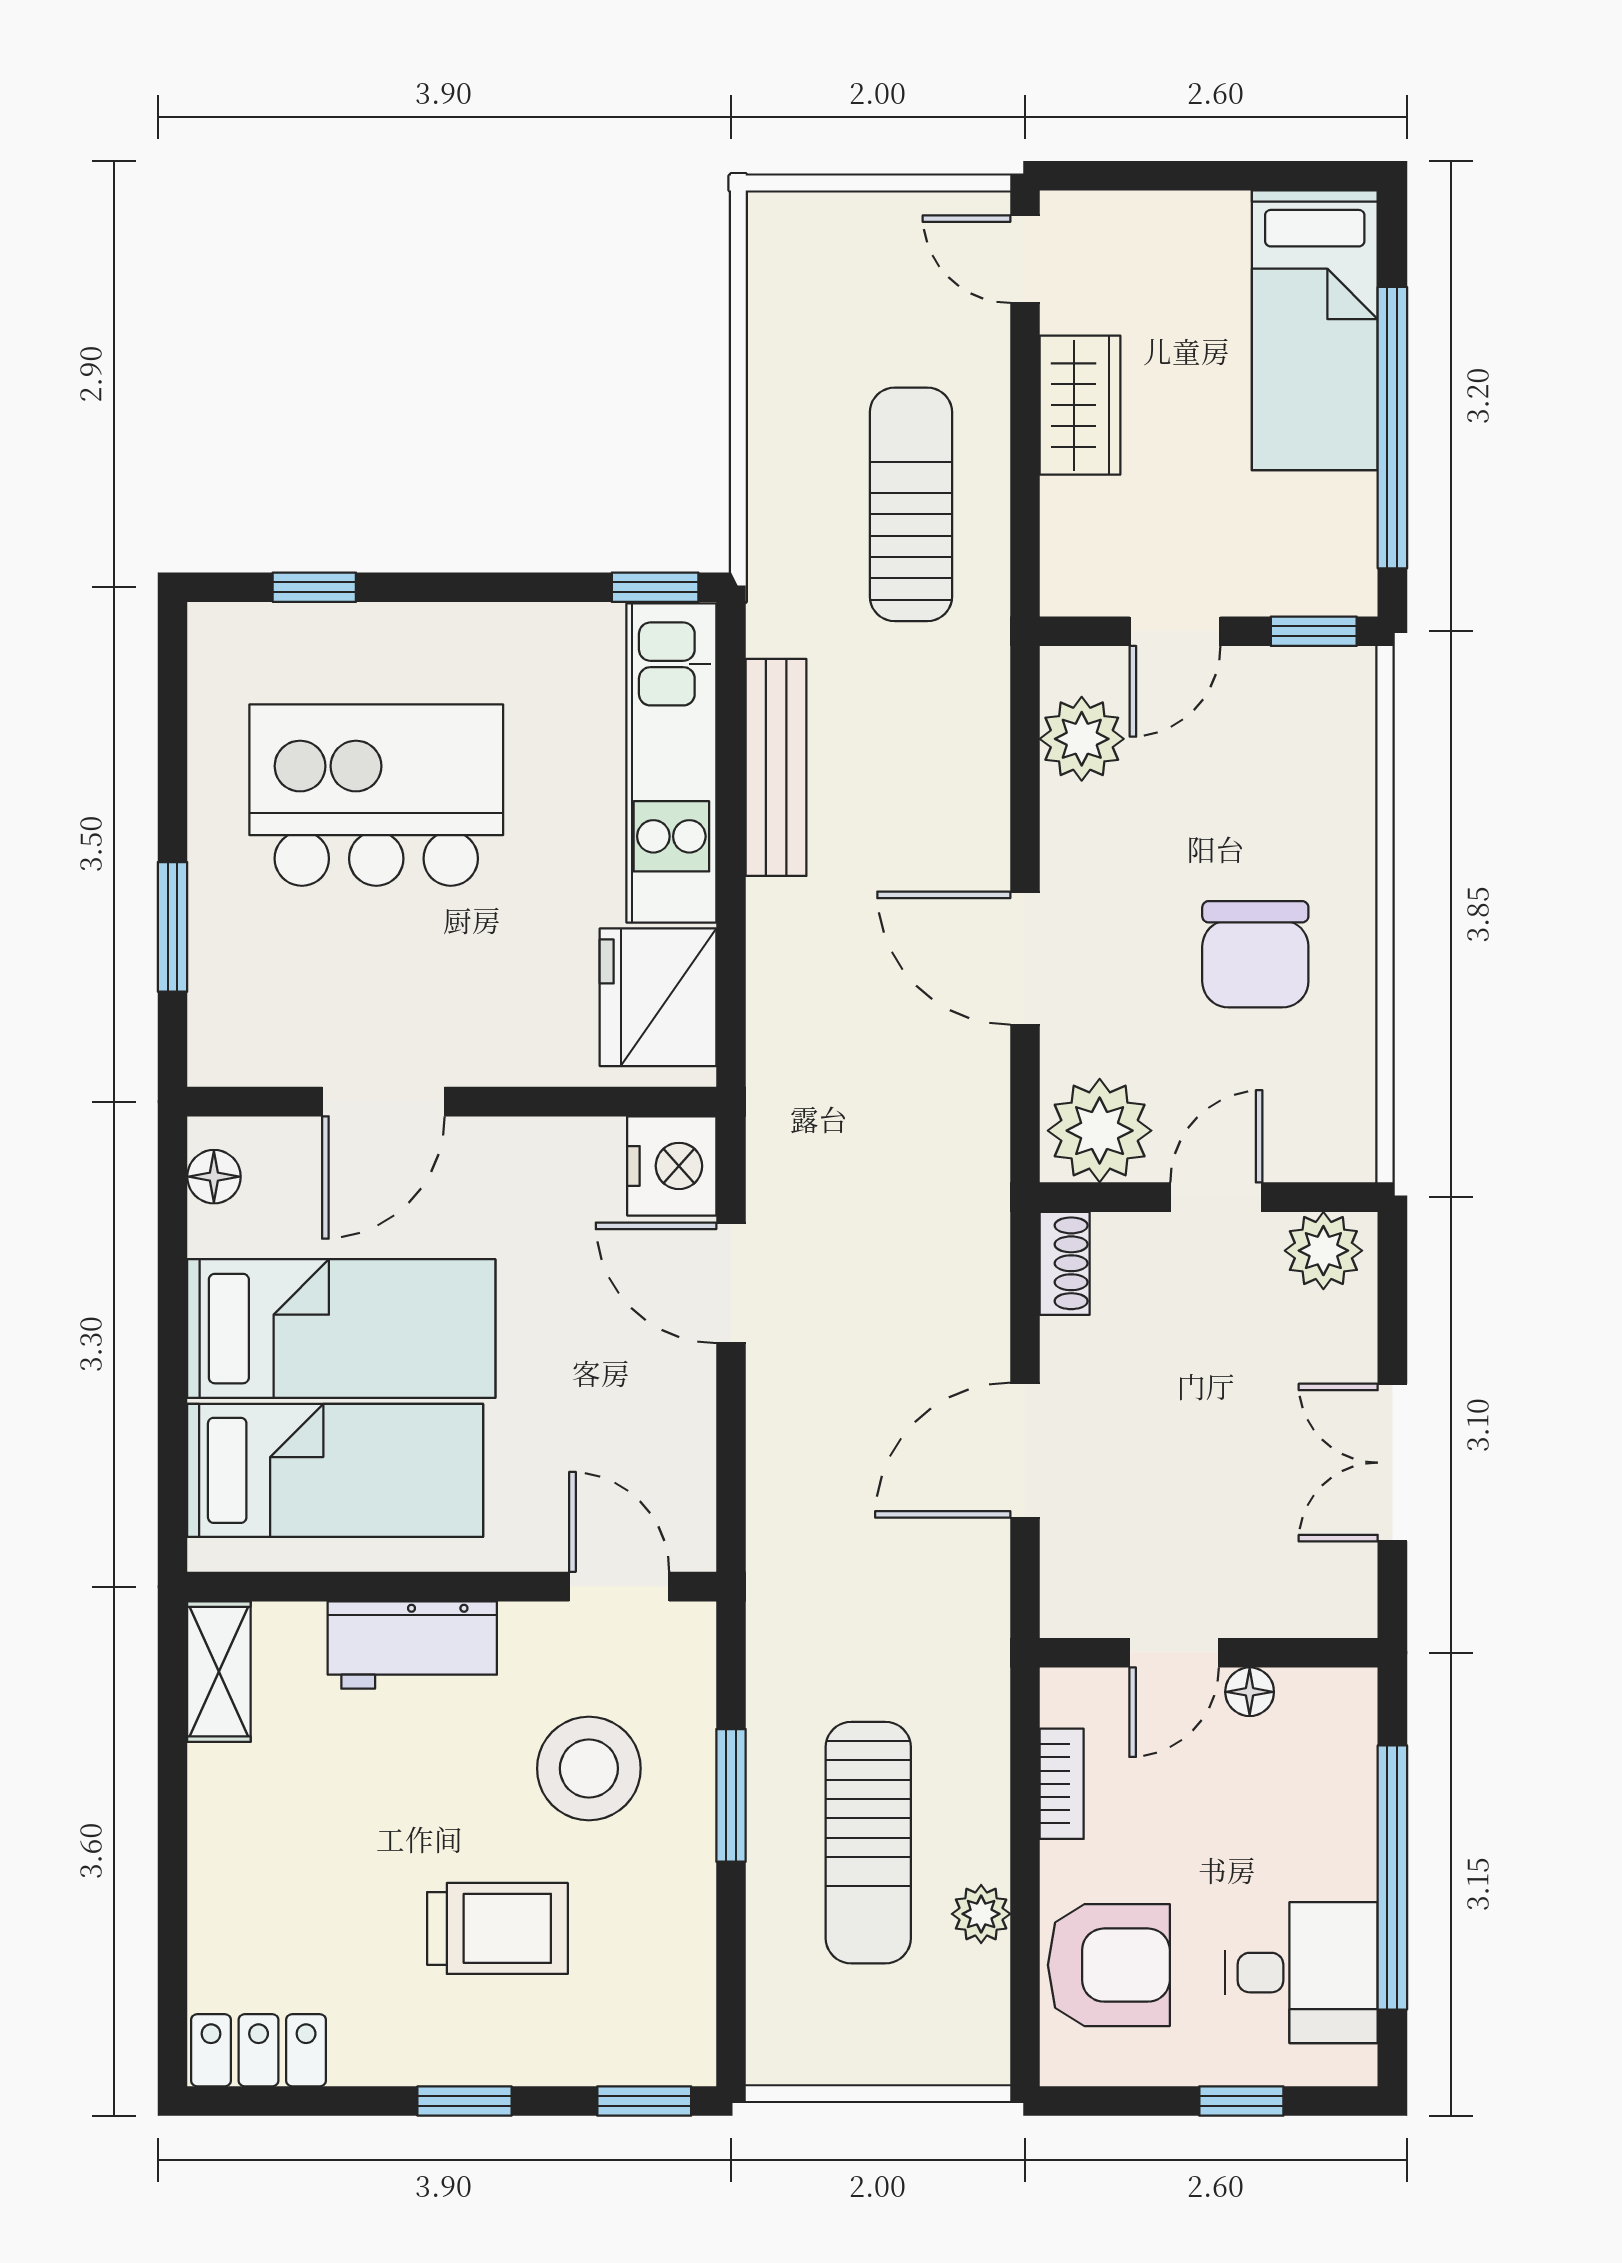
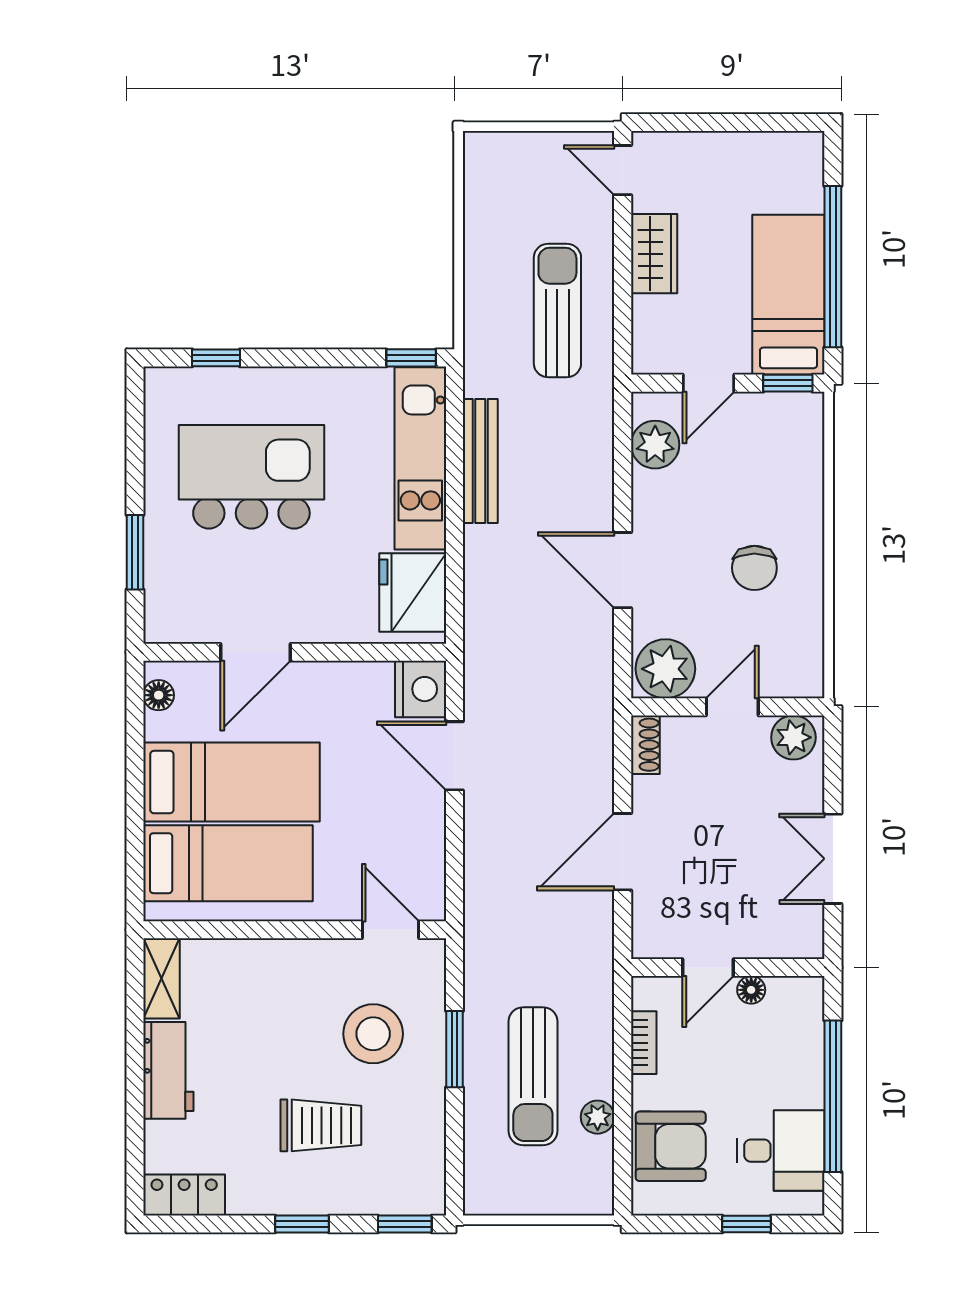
bed: (1315, 330) -> (788, 295), moved, turned 180
chair: (1255, 954) -> (754, 568), width x0.73, depth x0.73
workbench: (412, 1645) -> (168, 1070), moved, turned -90

